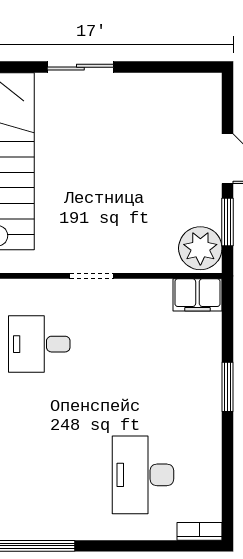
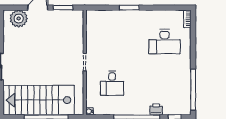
plant: (200, 248) -> (19, 19), moved
filing cabinet: (197, 295) -> (92, 20), removed

